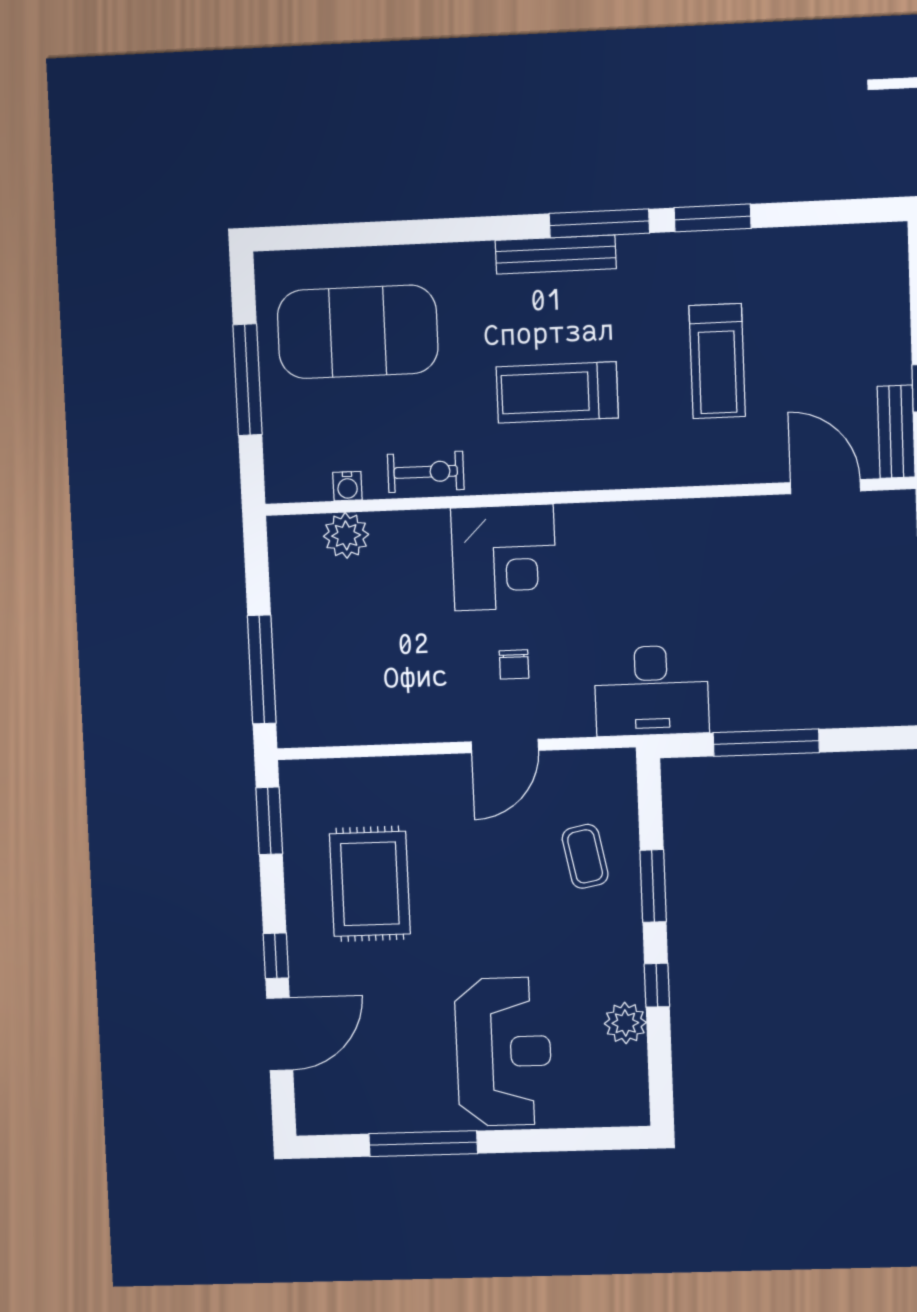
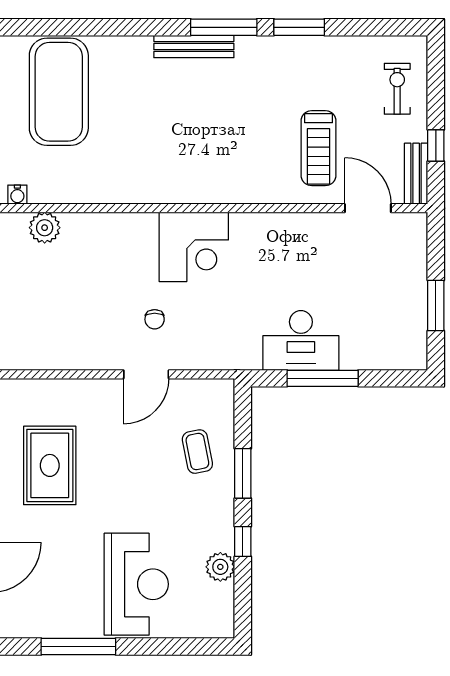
exercise mat: (358, 332) -> (59, 92), turned 90
treadmill: (717, 361) -> (319, 148), moved
treadmill: (557, 392) -> (191, 138), removed
exercise bike: (426, 472) -> (397, 89), moved, turned -90
water cooler: (347, 486) -> (17, 195), moved
corner desk: (504, 558) -> (194, 247), moved
desk: (651, 691) -> (301, 340), moved

